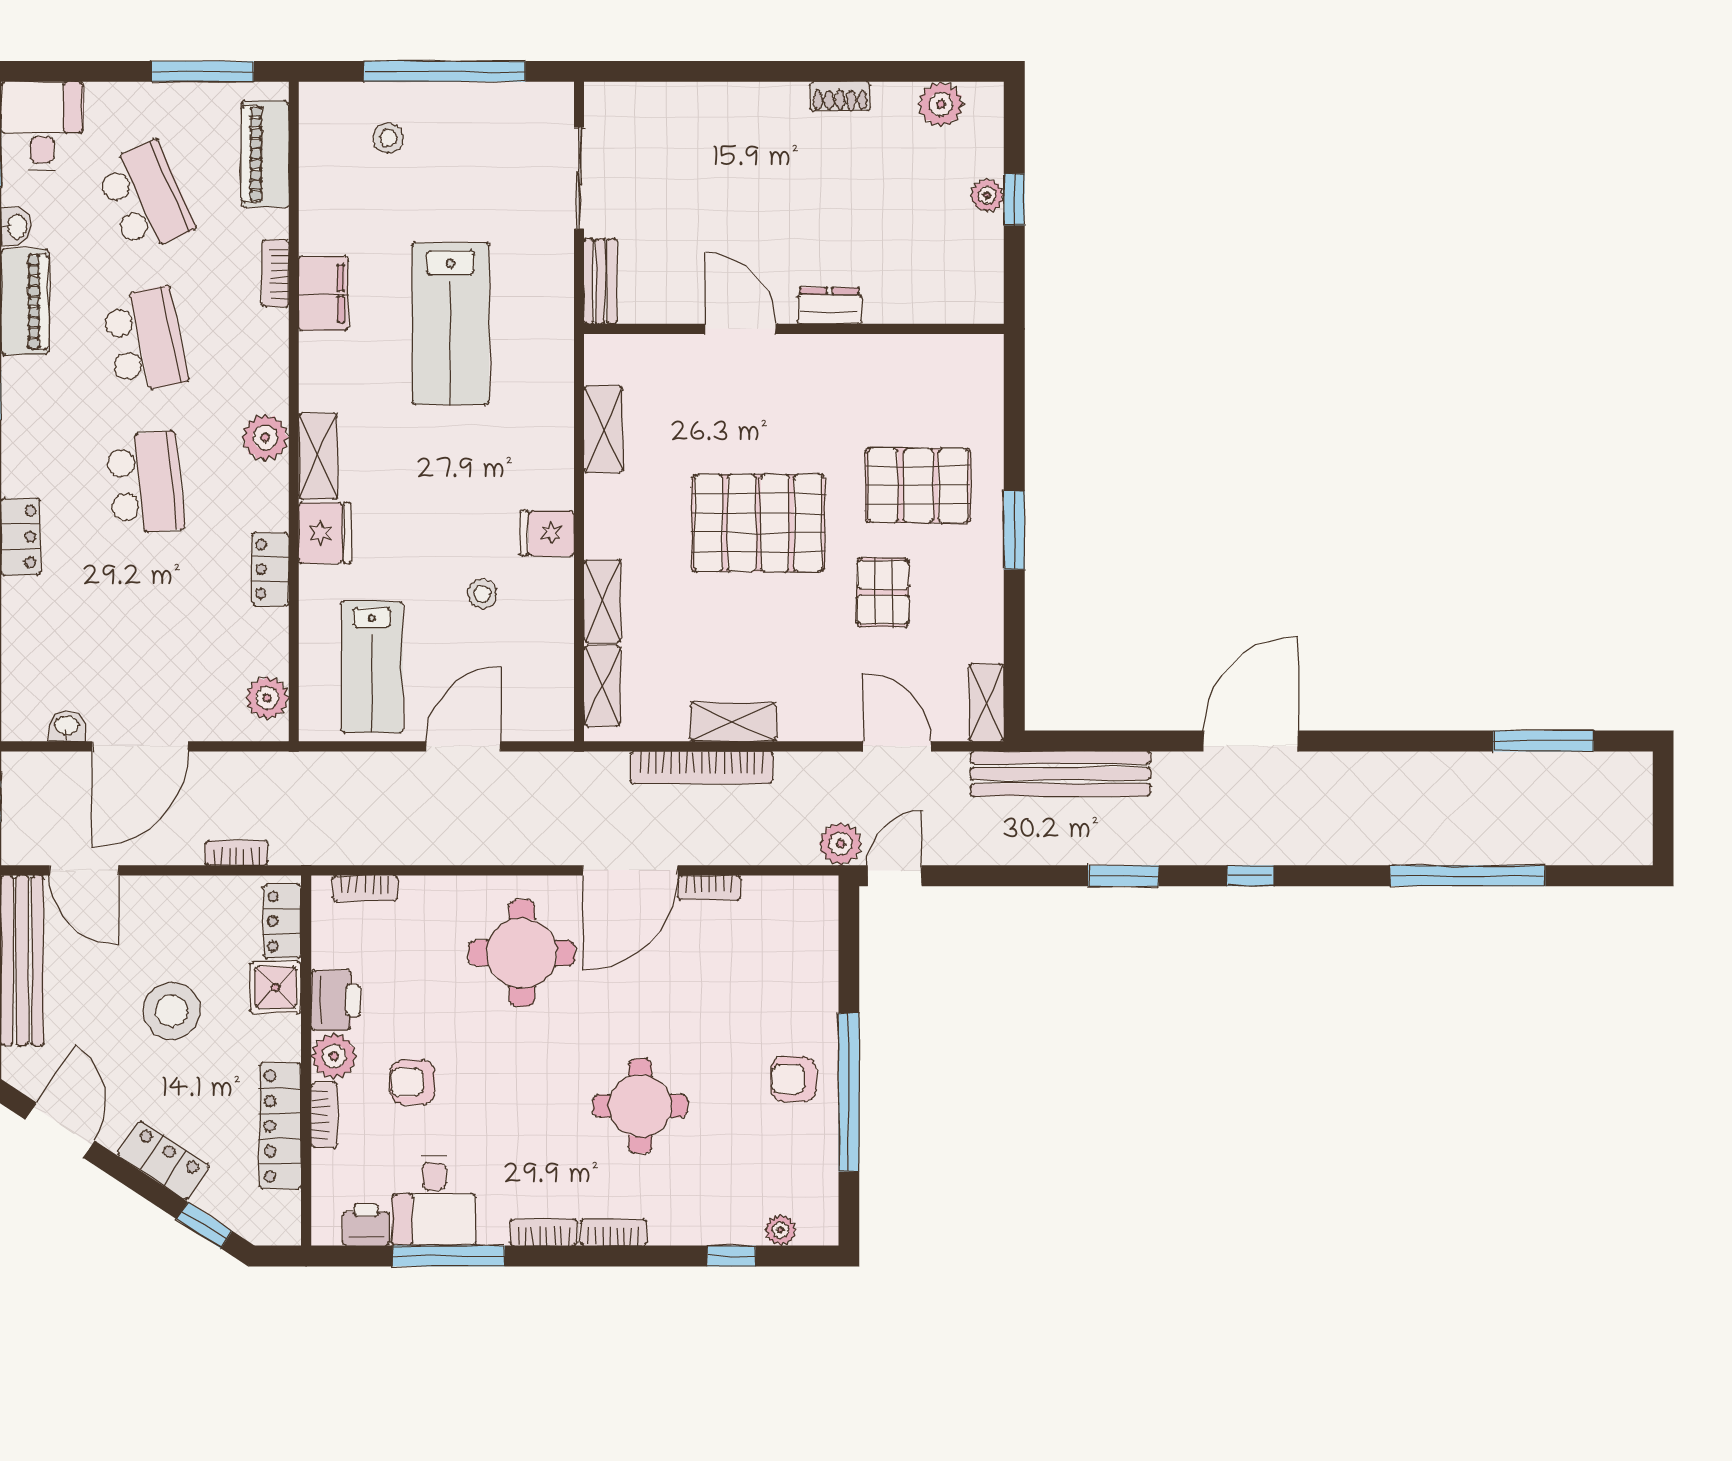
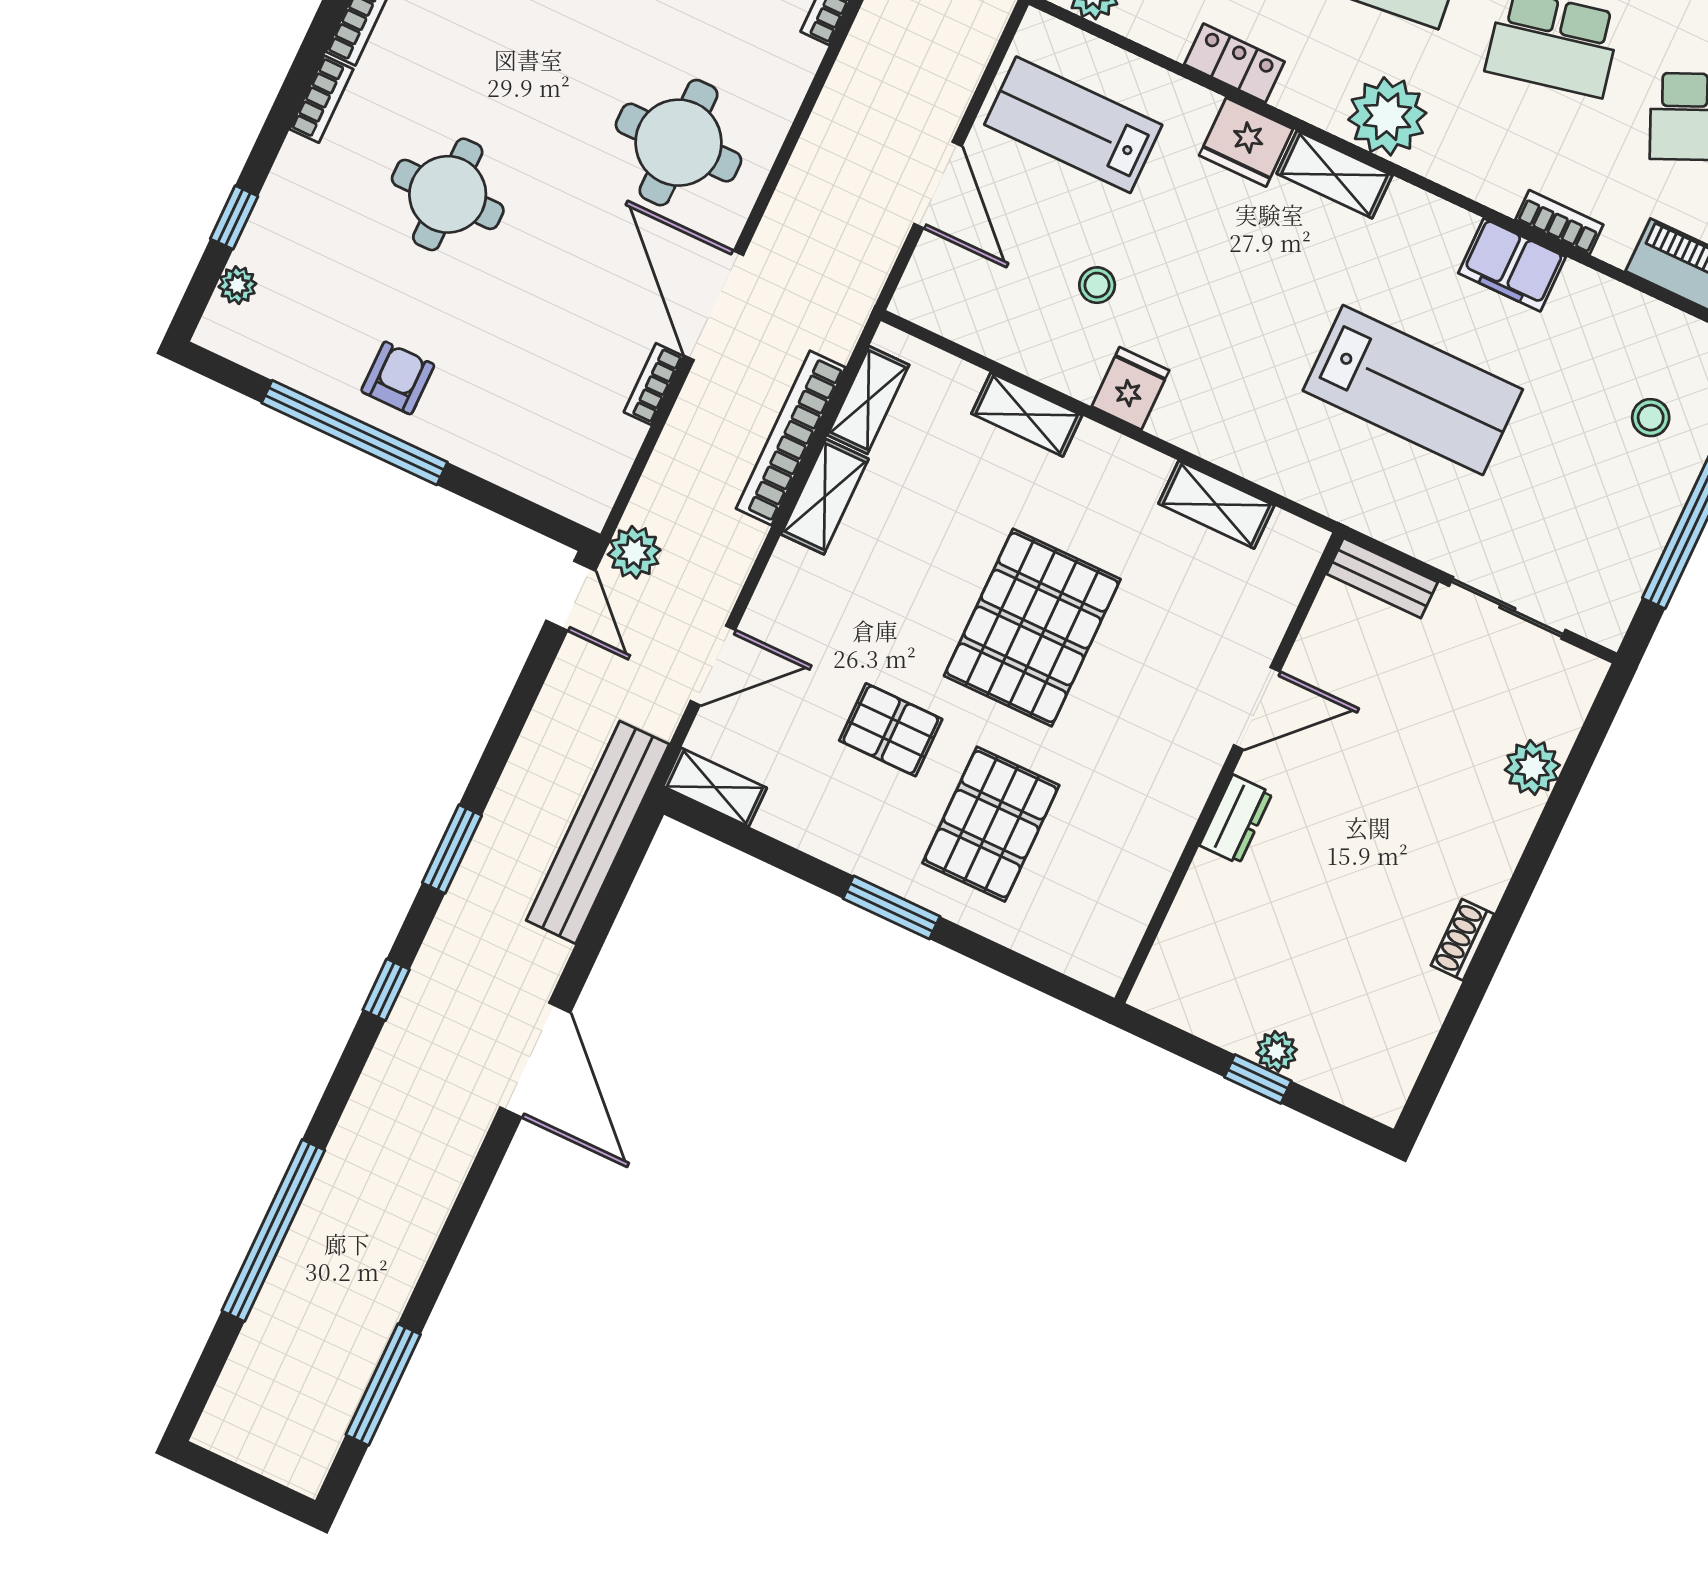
plant: (941, 104) -> (1532, 767), moved
lab bench: (450, 324) -> (1413, 390), turned 180
plant: (265, 437) -> (1387, 116), width x1.36, depth x1.36
shelving: (602, 686) -> (868, 400), moved, turned 90

